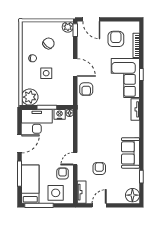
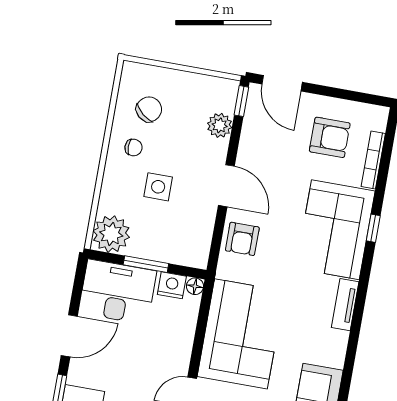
plant: (68, 27) -> (220, 125), moved
armchair: (116, 39) -> (330, 137), turned 90
chair: (48, 43) -> (149, 109), moved
corner sofa: (93, 130) -> (241, 334), added

